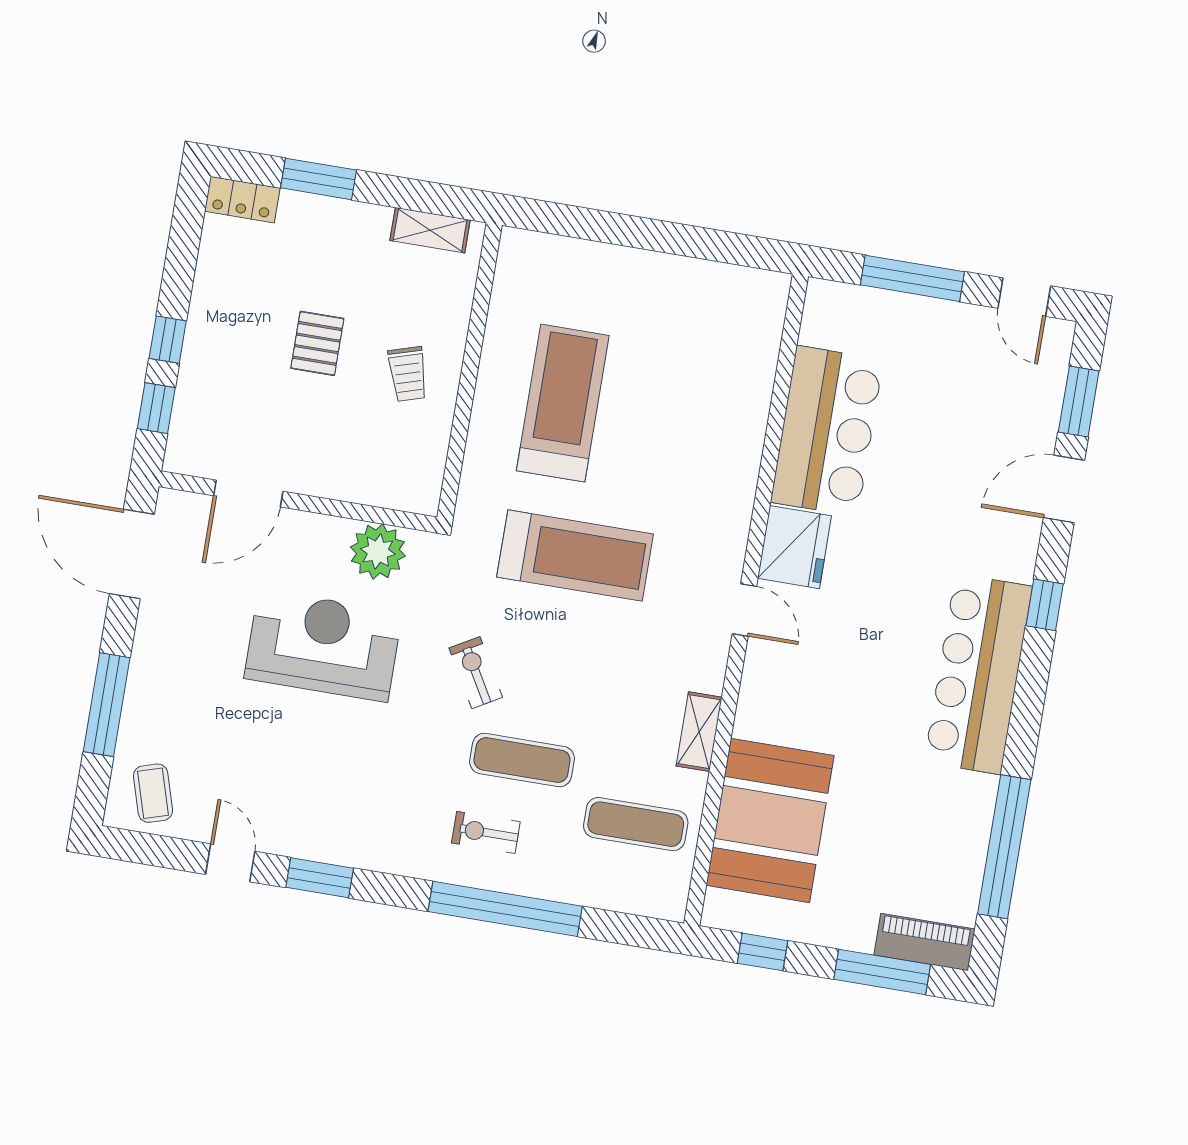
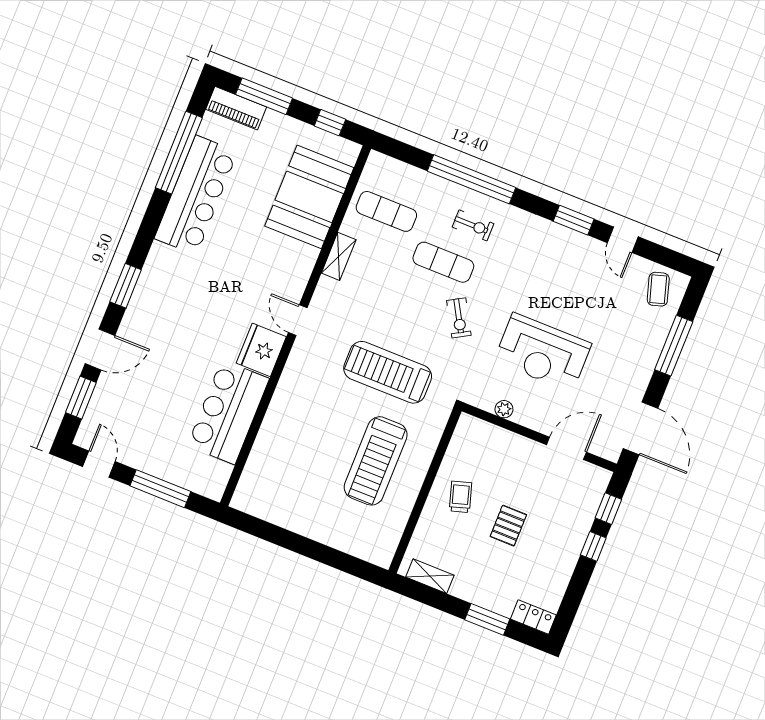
plant: (378, 551) -> (504, 409), width x0.53, depth x0.53
window: (1045, 605) -> (126, 286), width x1.50
bar counter: (978, 674) -> (196, 195), moved

